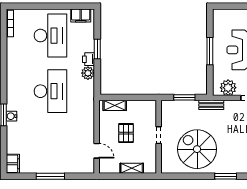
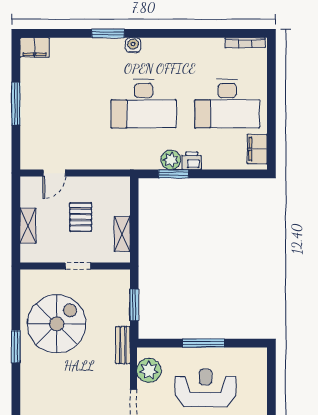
window: (97, 49) -> (173, 174), moved
shelving: (115, 105) -> (122, 234), moved
water cooler: (11, 116) -> (133, 45), moved
pallet: (126, 133) -> (81, 217), turned 90
window: (226, 176) -> (16, 347), moved

